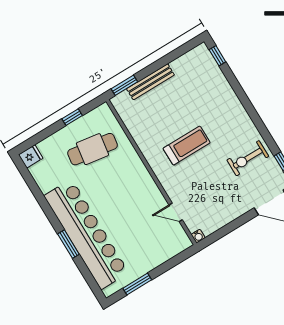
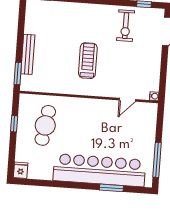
window: (68, 244) -> (111, 188), moved
window: (137, 284) -> (157, 160), width x1.44

